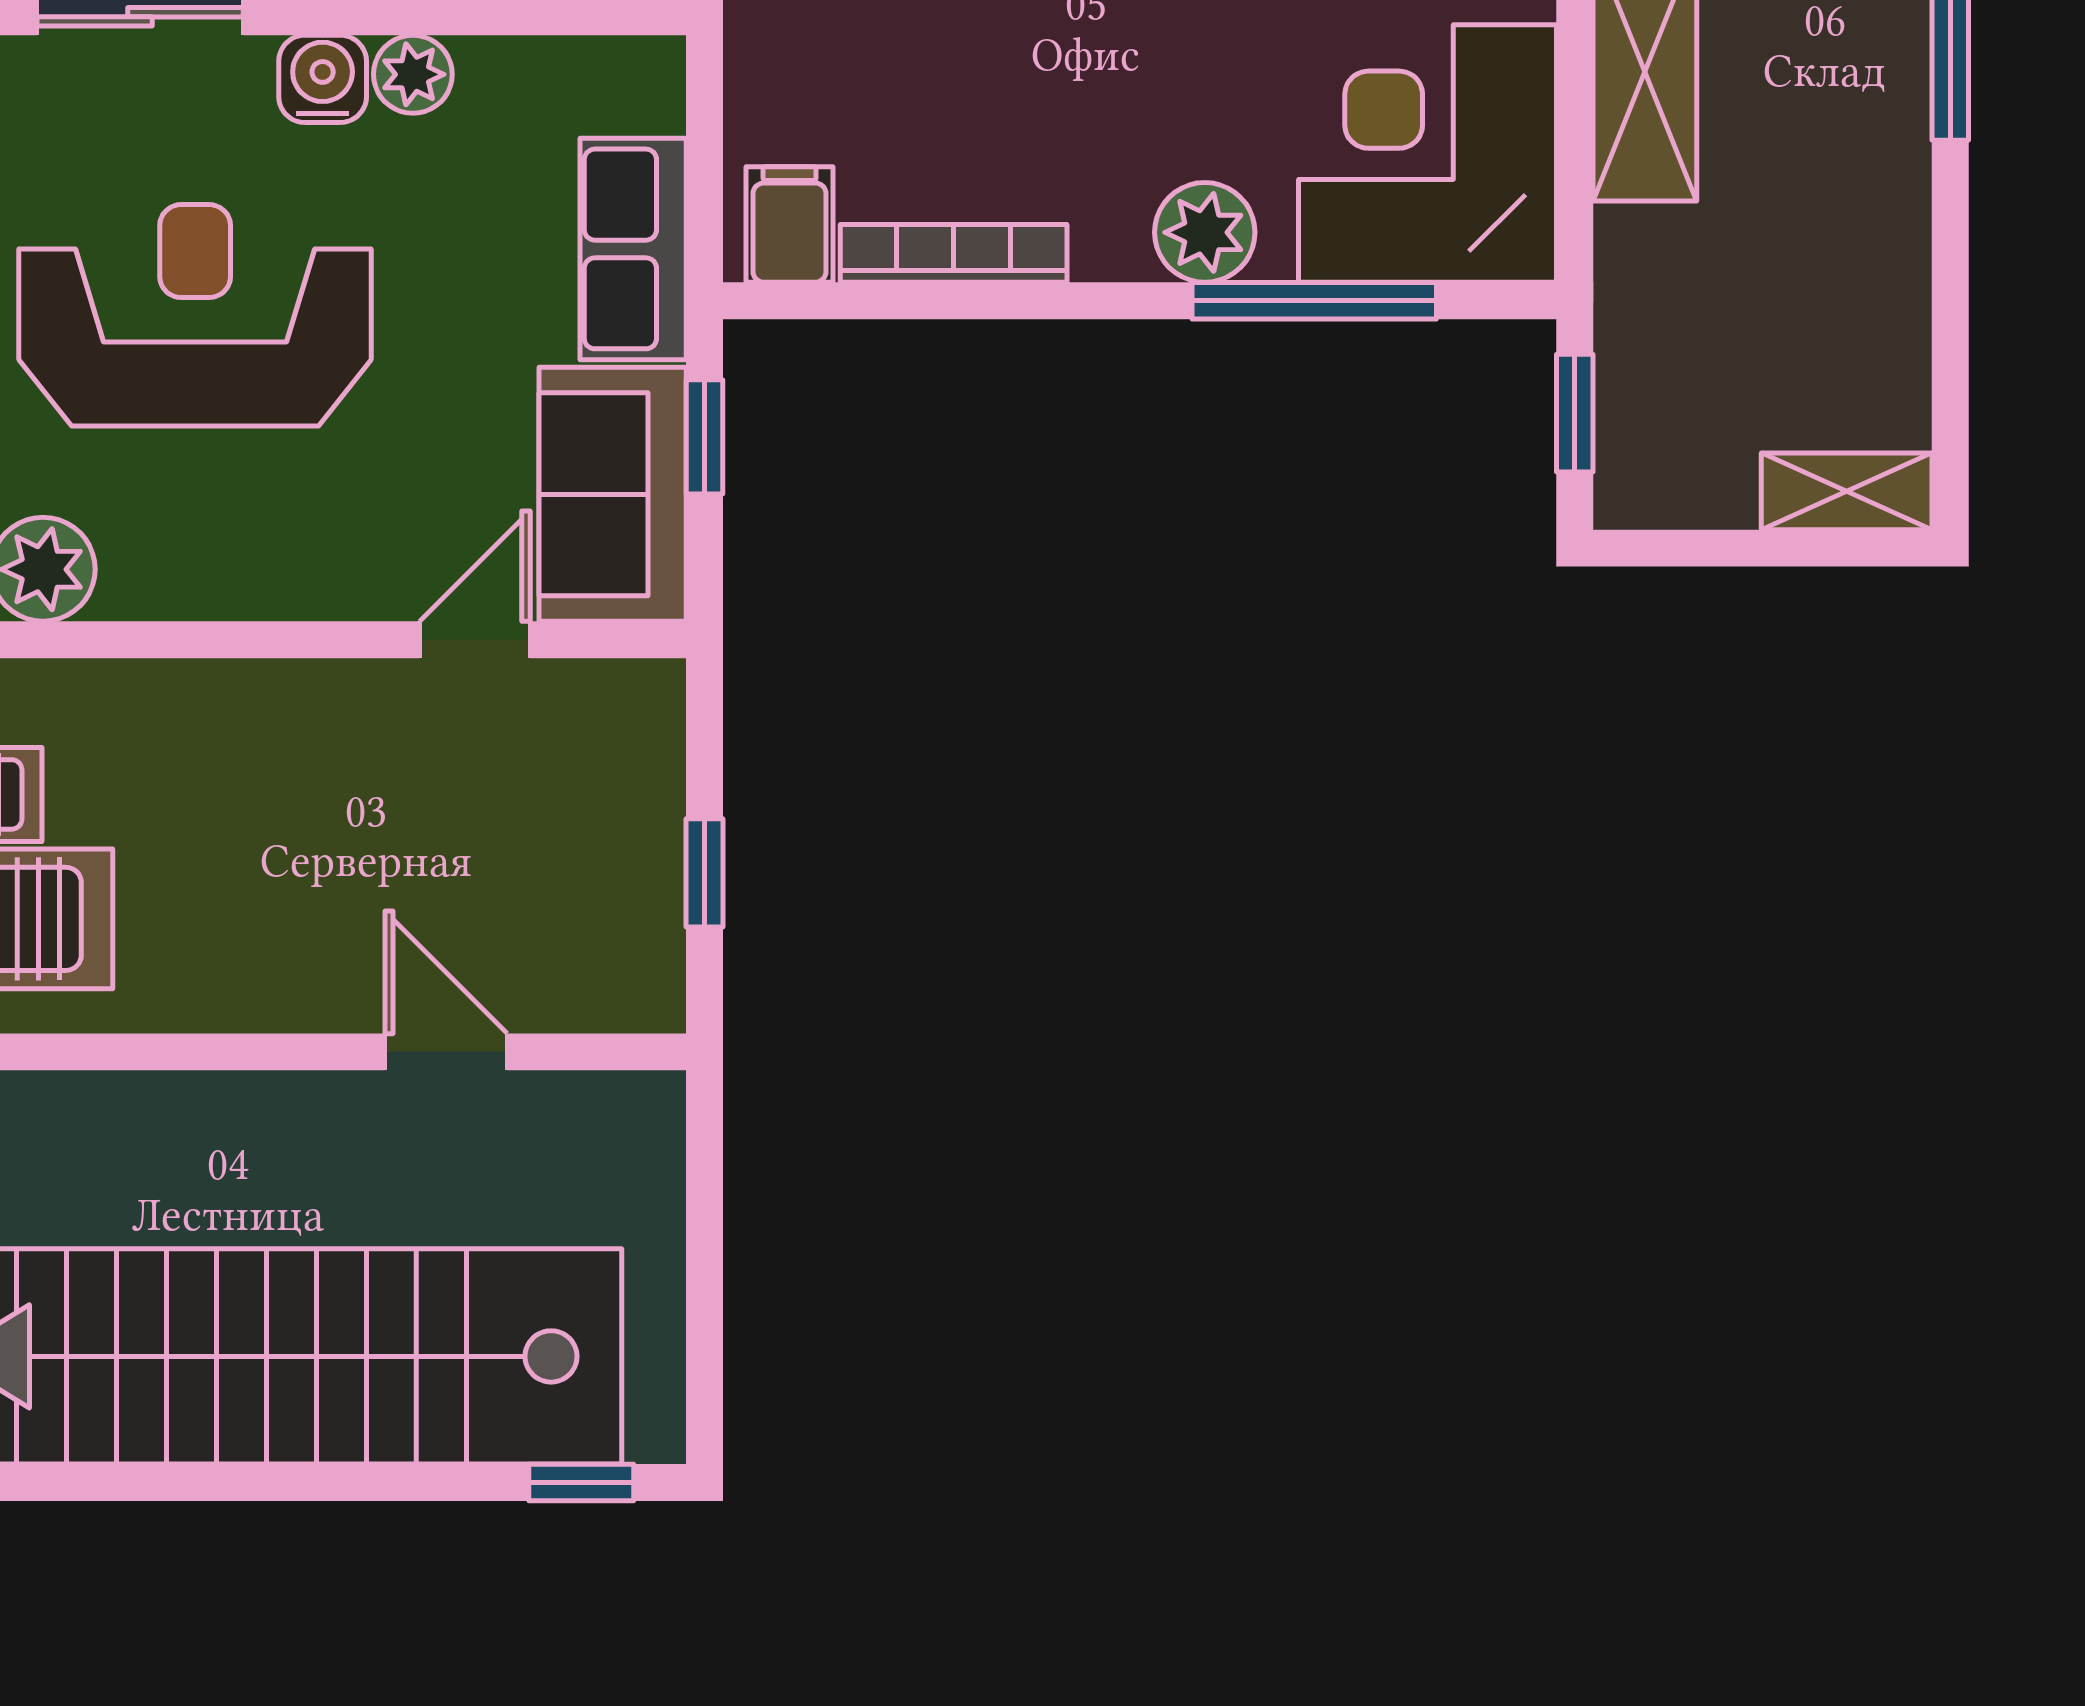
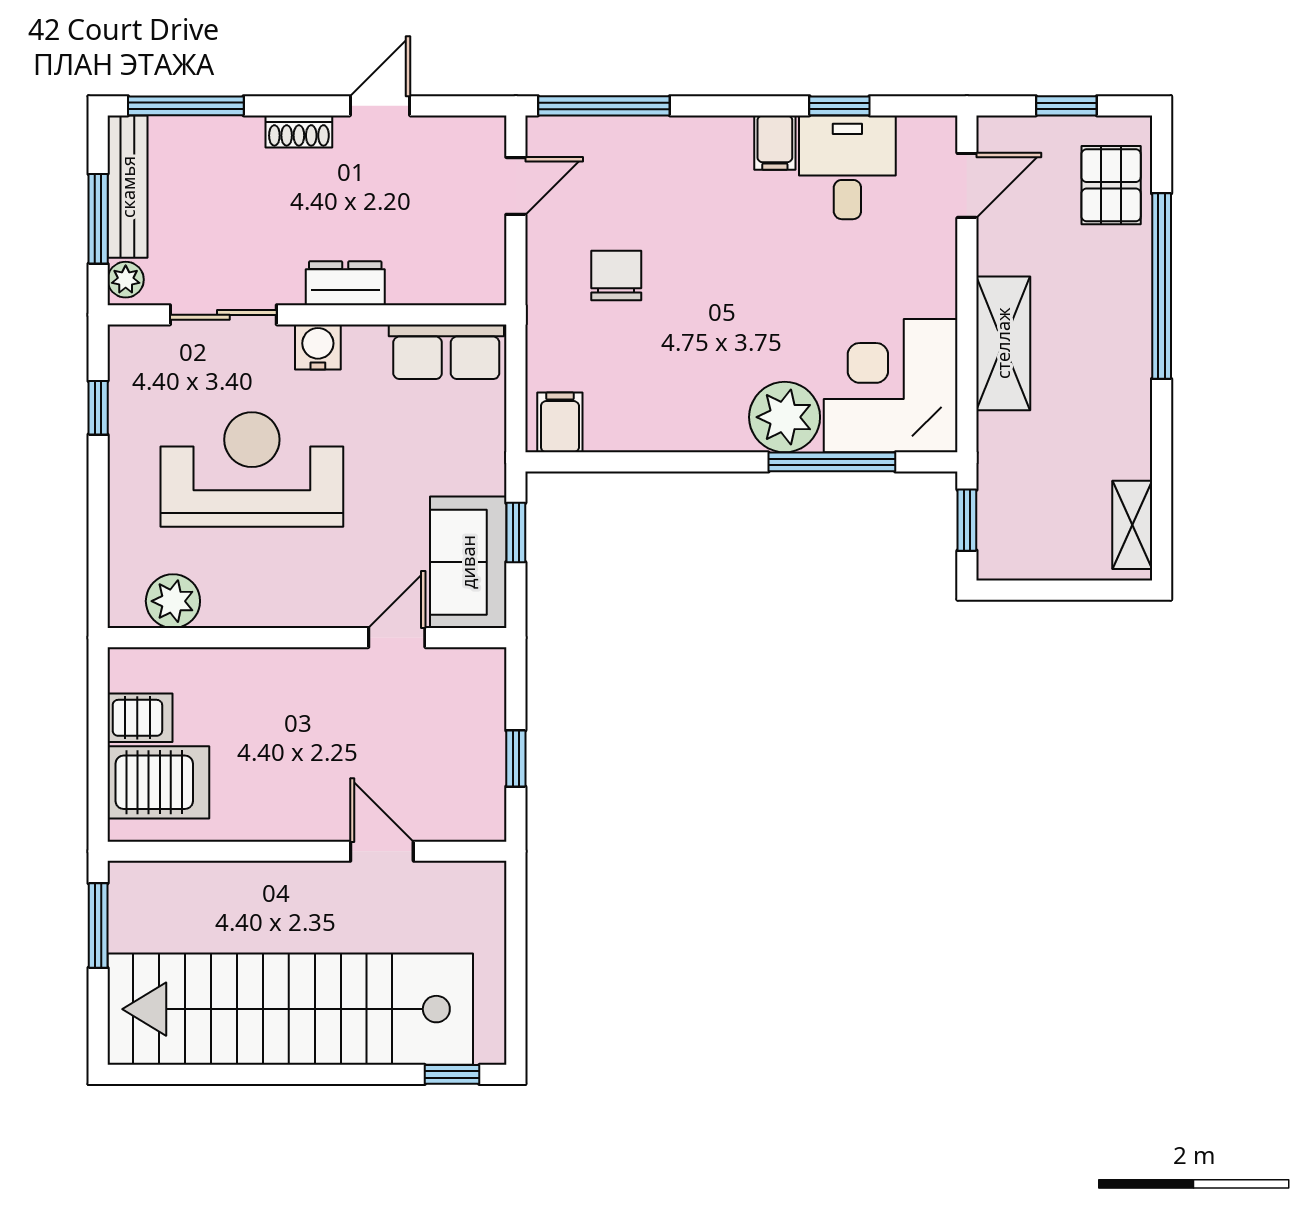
plant: (413, 74) -> (365, 345), removed
plant: (1205, 232) -> (785, 417), width x1.36, depth x1.36
row of seats: (633, 249) -> (446, 352), moved, turned -90
bookcase: (954, 253) -> (645, 437), removed
shelving: (1847, 491) -> (1132, 525), moved, turned 90

